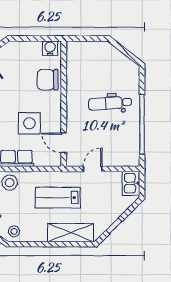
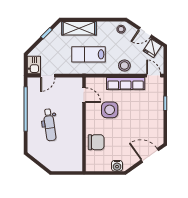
water cooler: (50, 48) -> (117, 166), moved
dental chair: (110, 103) -> (50, 125), turned 86
door: (93, 169) -> (48, 76), moved
lab bench: (58, 198) -> (88, 54), turned 180

